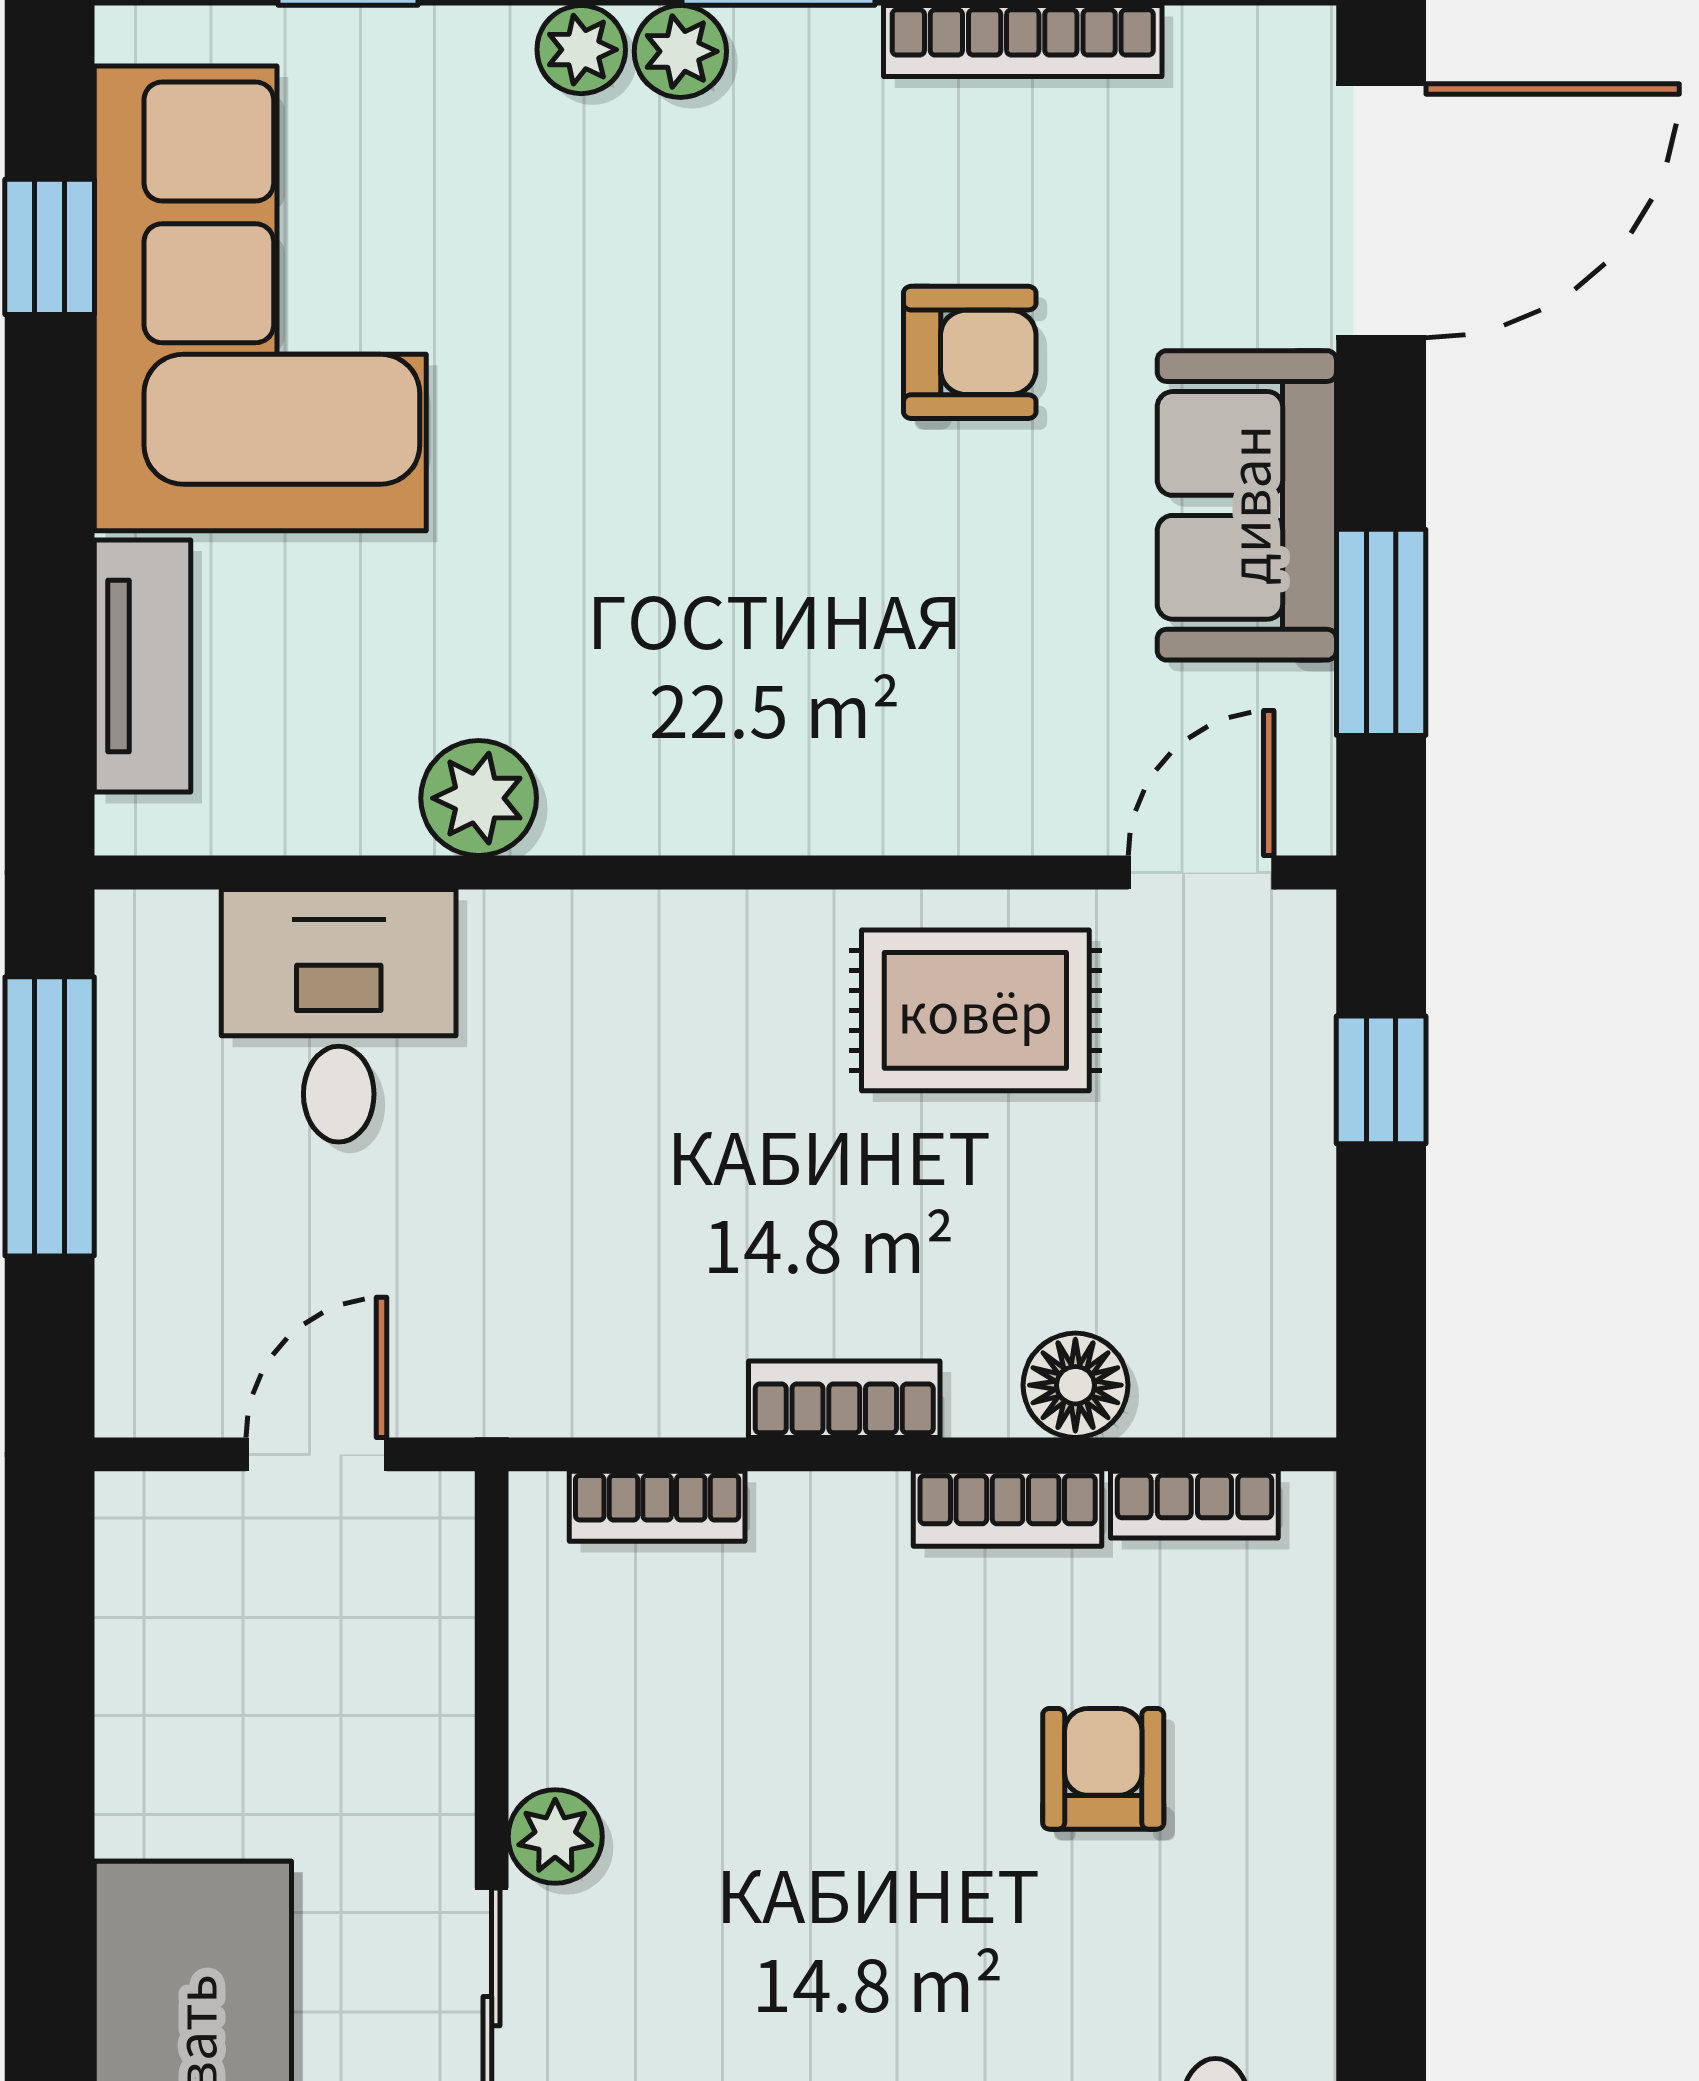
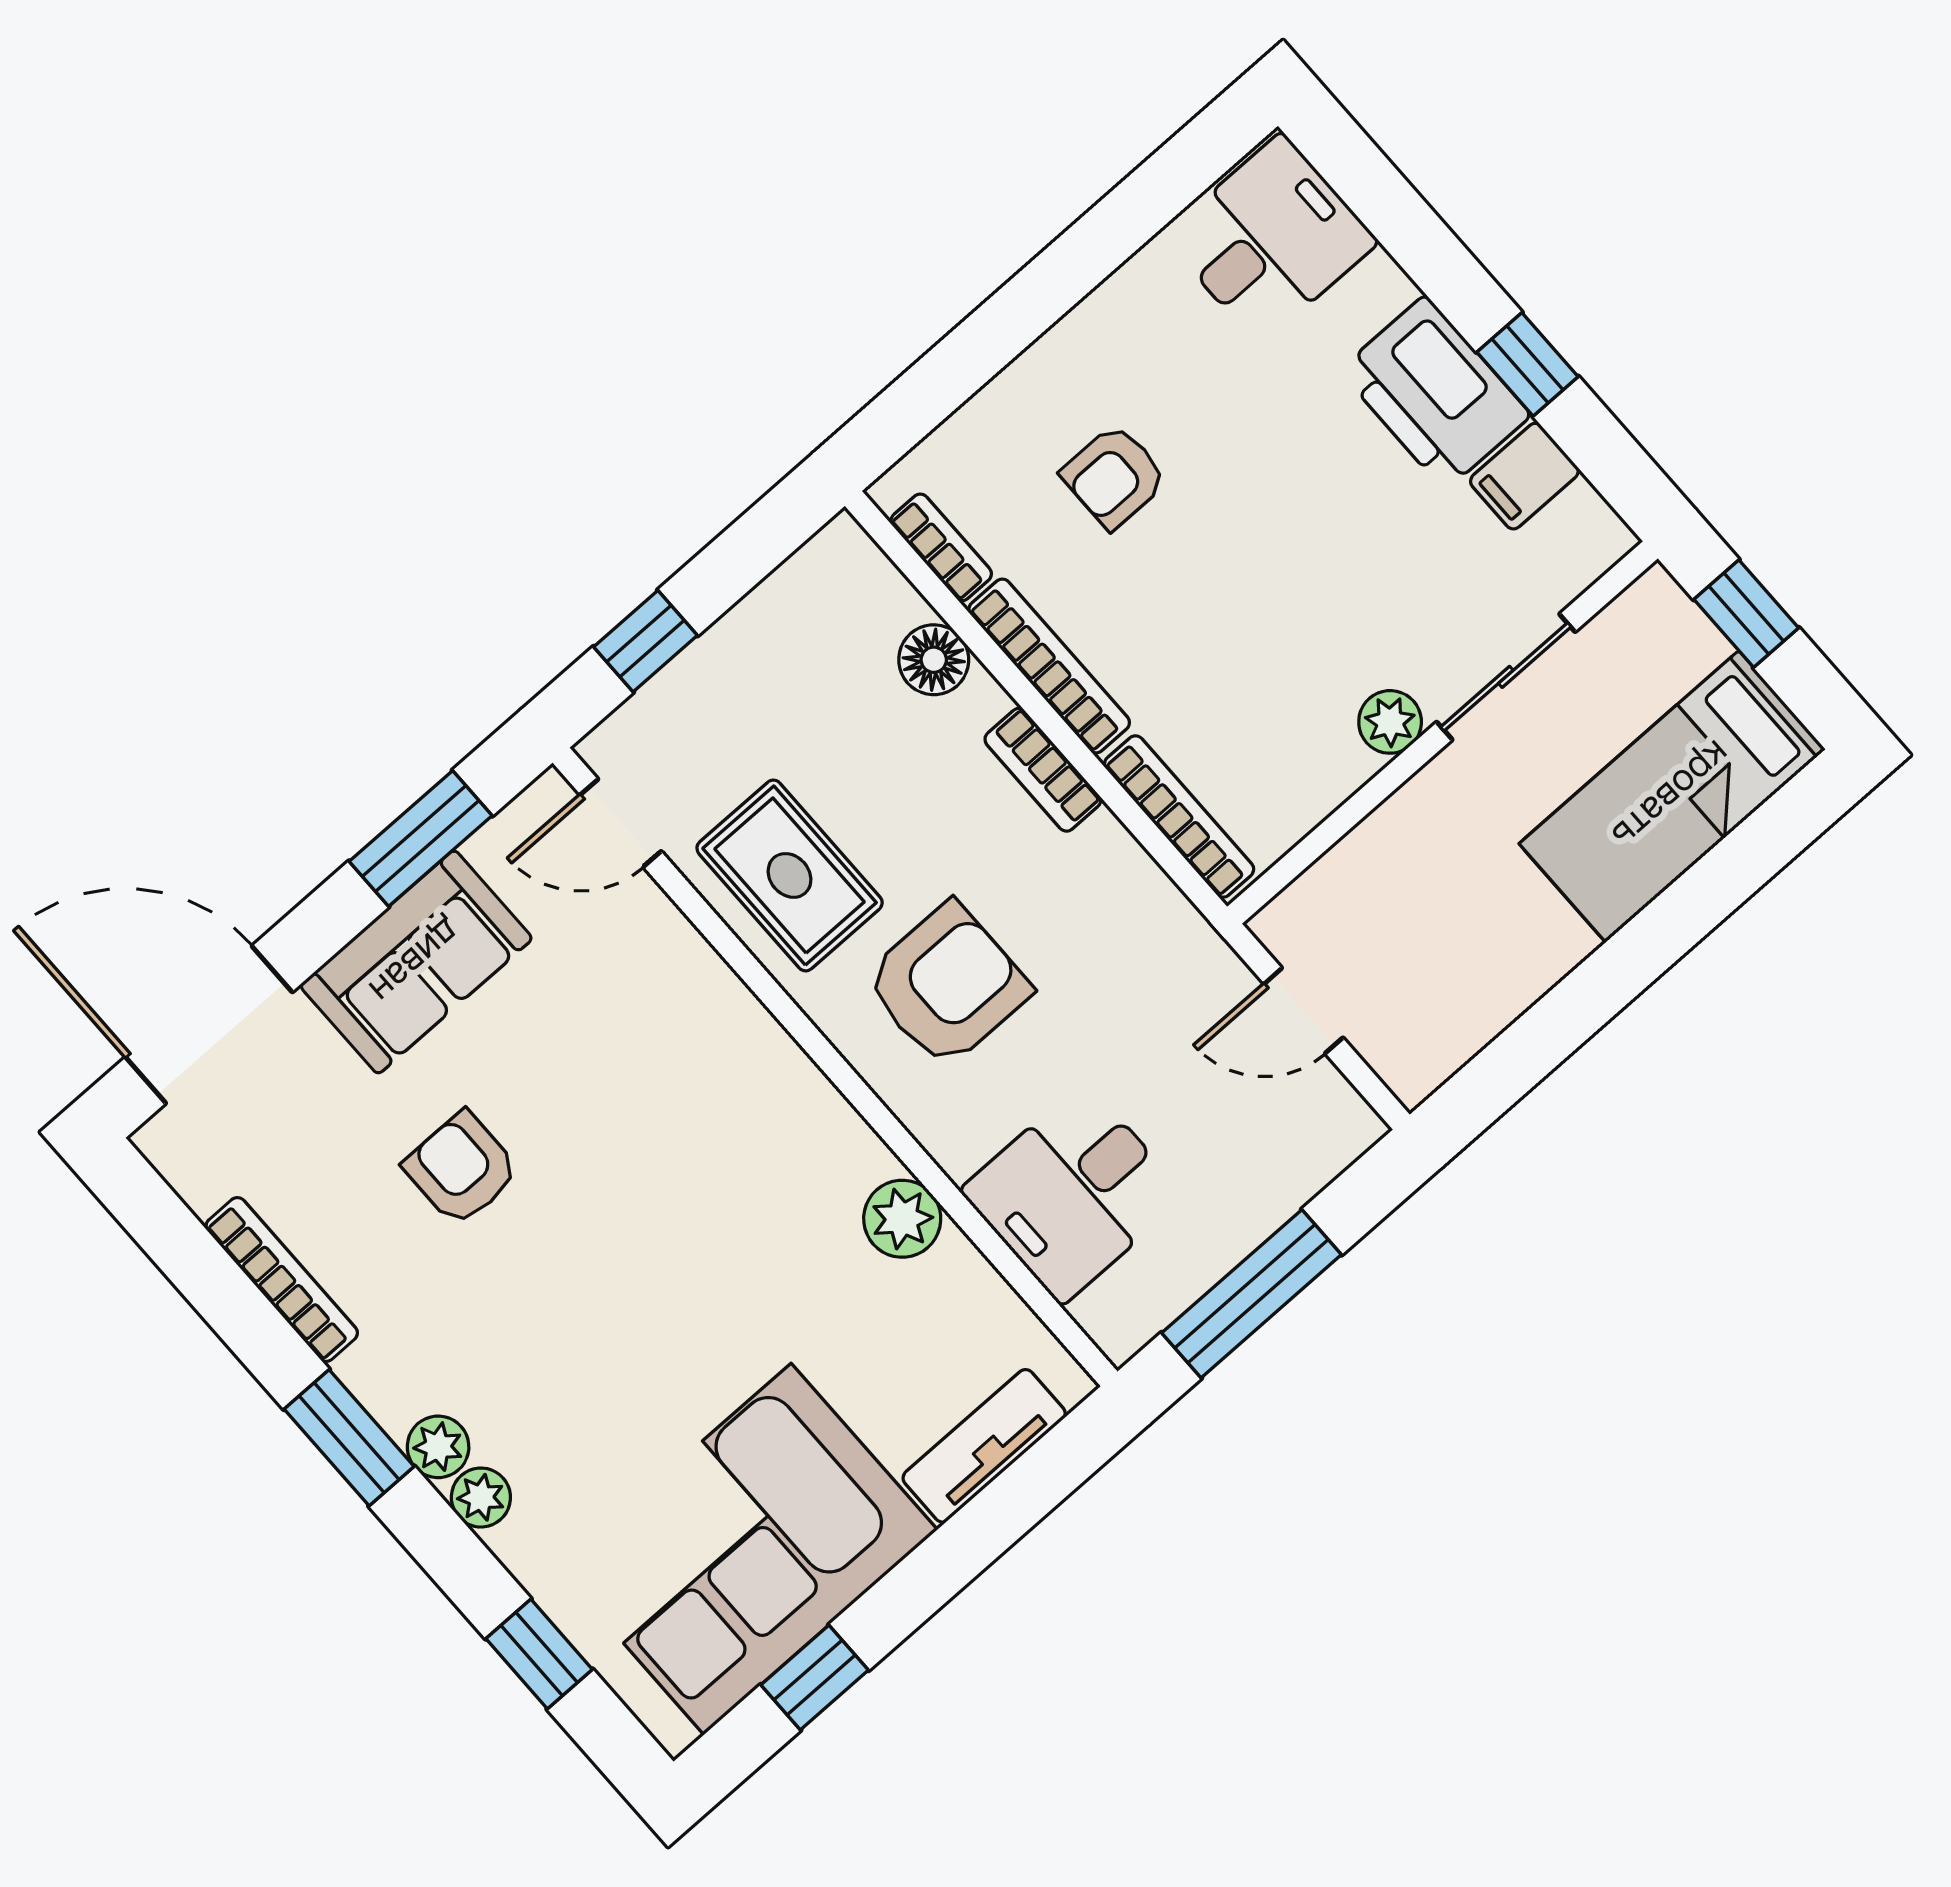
armchair: (697, 1079) -> (947, 985), added
bookcase: (657, 1506) -> (1179, 817), width x1.56
bookcase: (1008, 1509) -> (1049, 666), width x1.56

